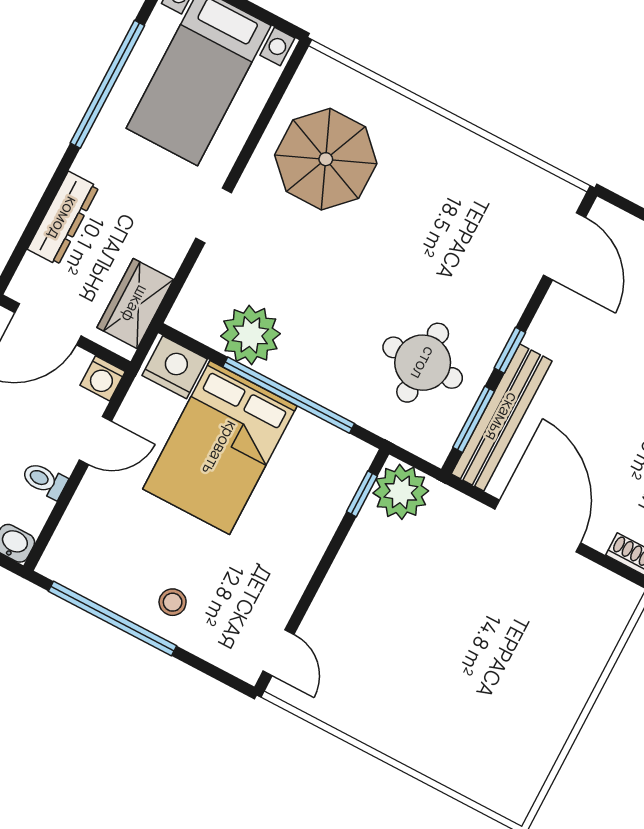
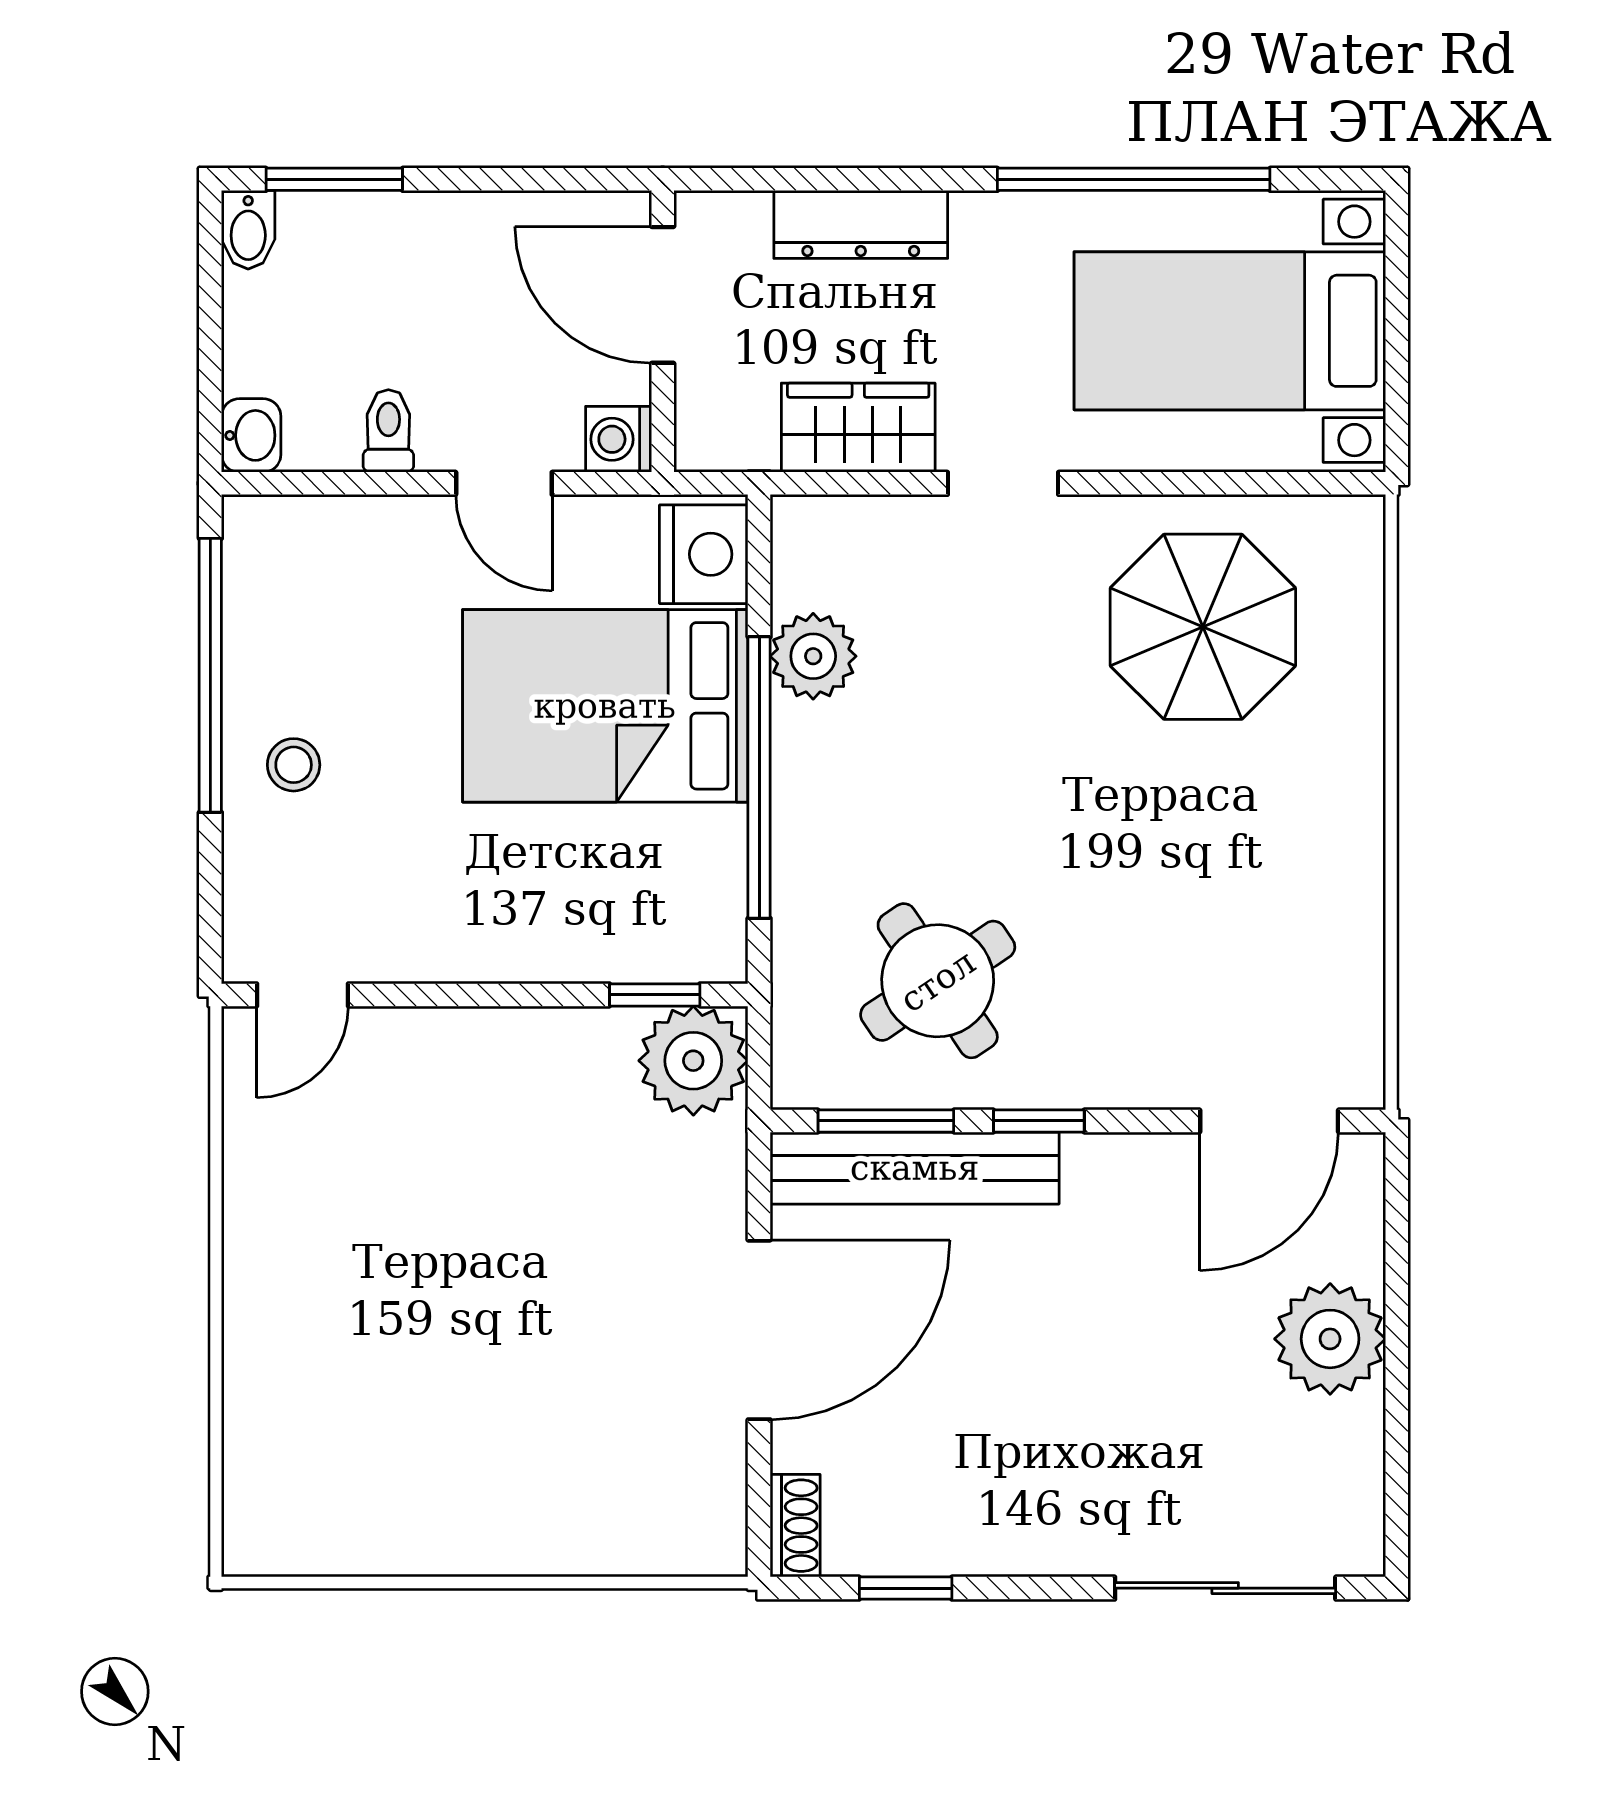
wardrobe: (135, 304) -> (858, 428), moved
plant: (250, 335) -> (813, 656), width x0.73, depth x0.73
round table: (423, 363) -> (938, 981), turned -34

